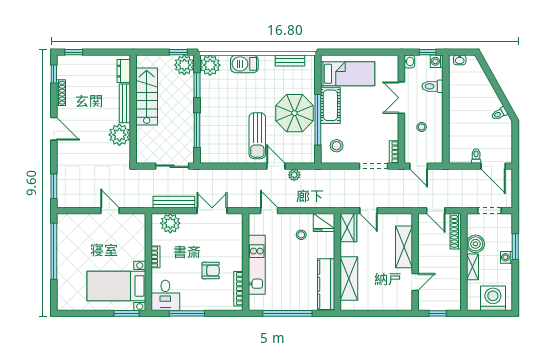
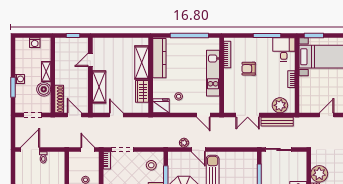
door: (493, 166) -> (30, 149), hinge flipped
door: (110, 211) -> (327, 115), swing flipped
door: (368, 211) -> (116, 115), moved
wardrobe: (348, 228) -> (142, 91), moved
washing machine: (493, 298) -> (35, 43), width x0.53, depth x0.53

